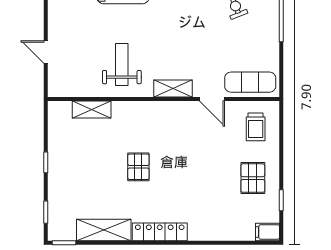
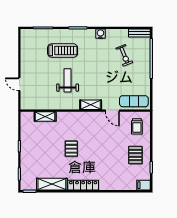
weight bench: (122, 65) -> (68, 80), moved

